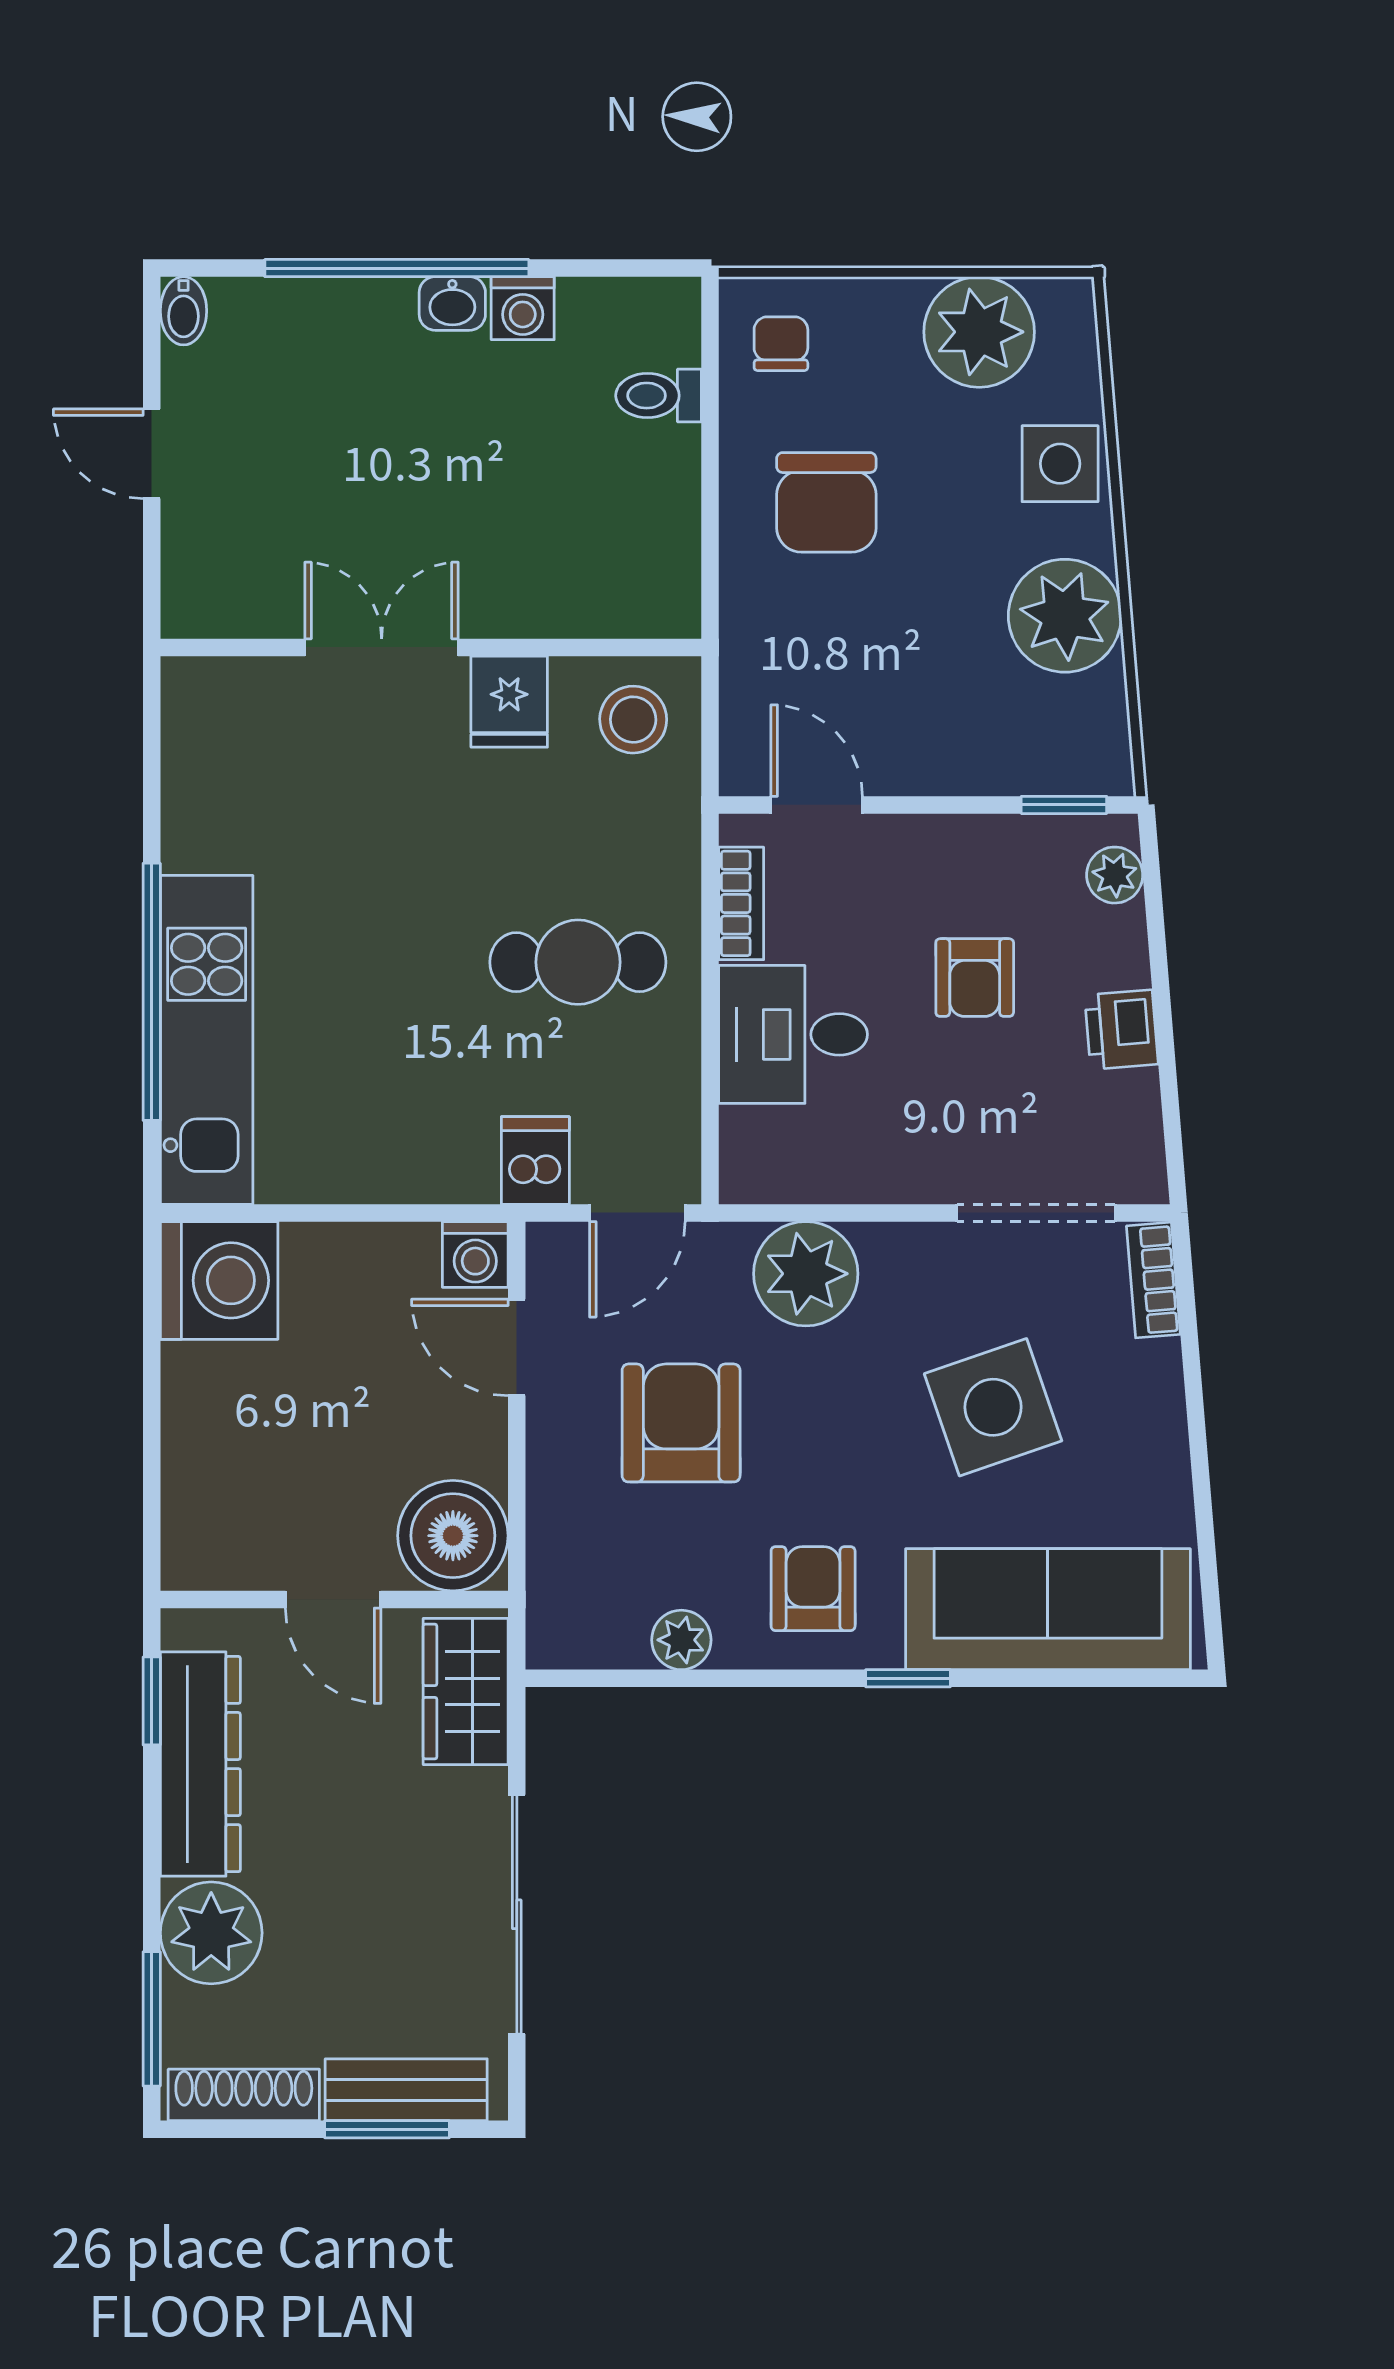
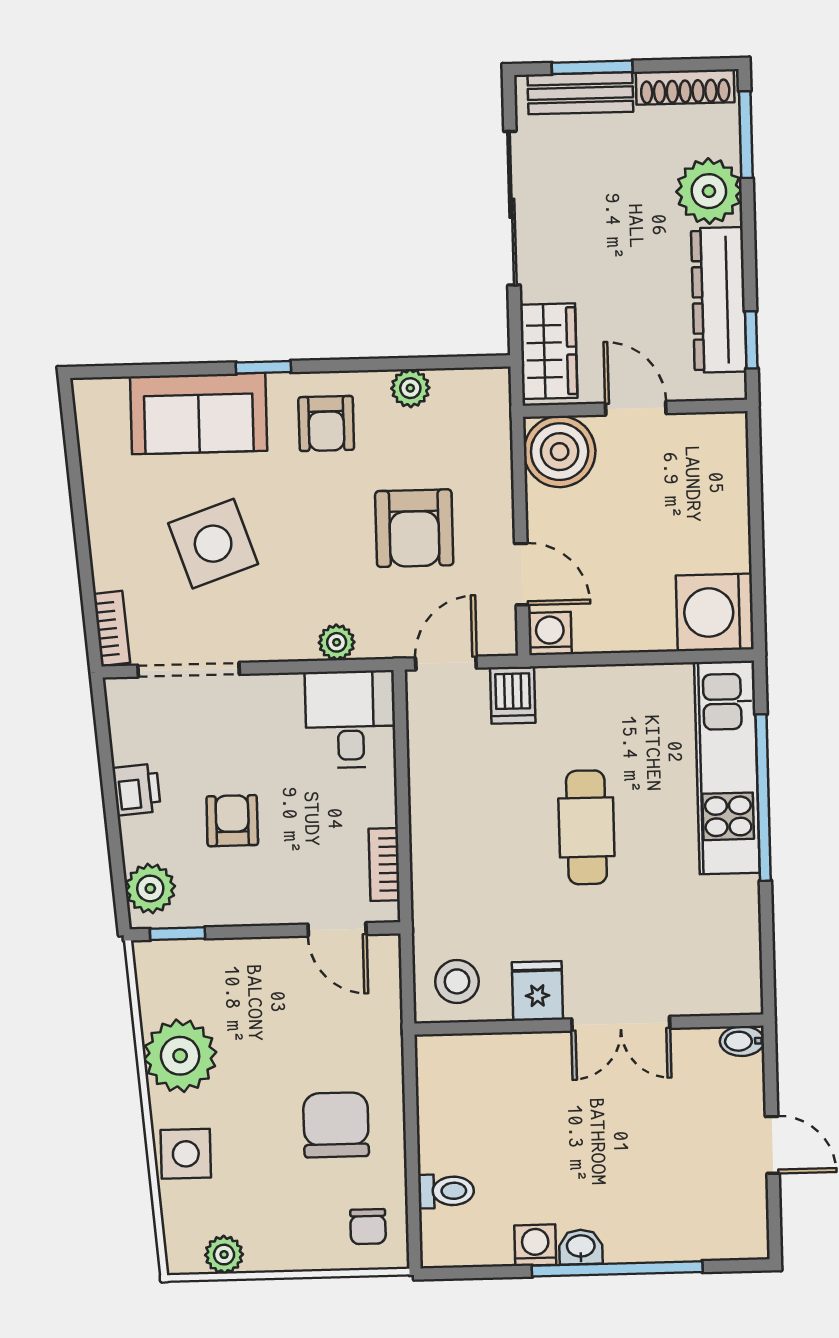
bidet: (183, 311) -> (742, 1041), moved, turned -90
plant: (979, 332) -> (224, 1255), width x0.53, depth x0.53
plant: (1115, 875) -> (150, 888), width x1.38, depth x1.38
cafe table: (578, 962) -> (586, 827), moved, turned 90
desk: (793, 1034) -> (350, 719), moved, turned -90
plant: (806, 1274) -> (337, 642), width x0.53, depth x0.53
sofa: (1048, 1609) -> (199, 414), width x0.73

